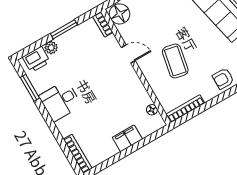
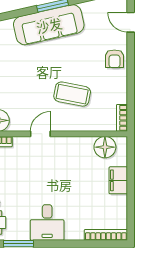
bookcase: (185, 109) -> (122, 118), width x0.64
floor lamp: (152, 110) -> (105, 147), width x1.89, depth x1.89

